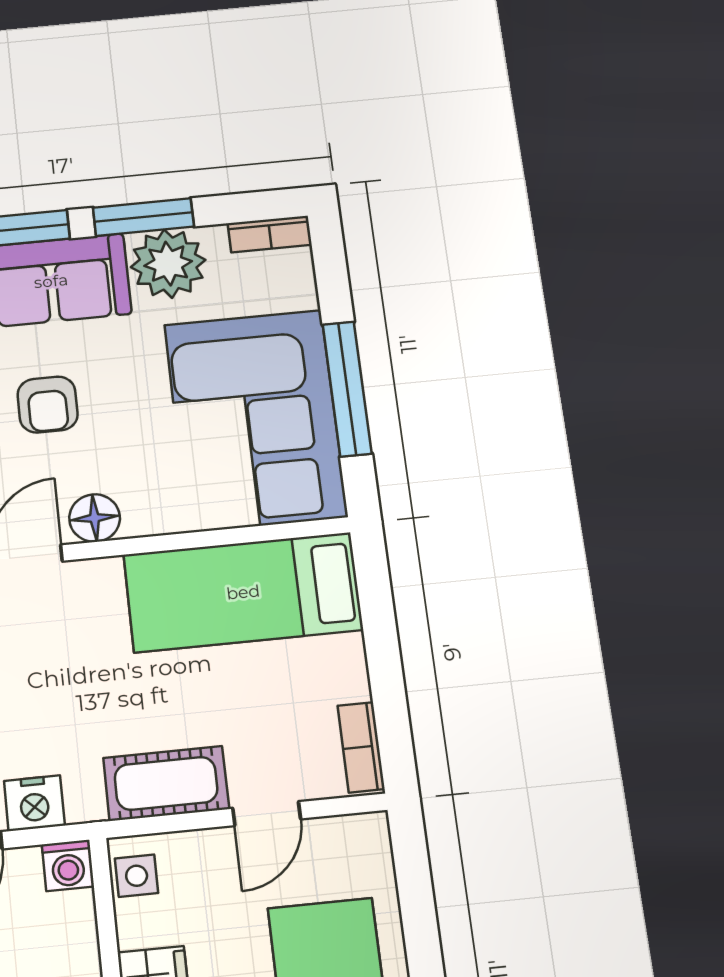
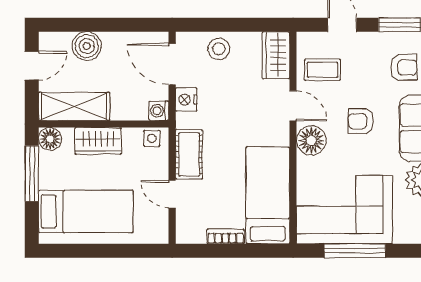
floor lamp: (95, 518) -> (311, 140), width x1.38, depth x1.38
bookcase: (361, 747) -> (226, 236), moved

